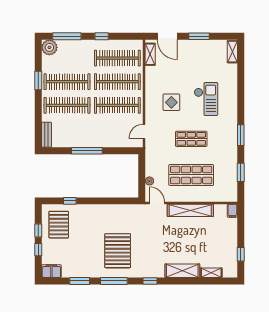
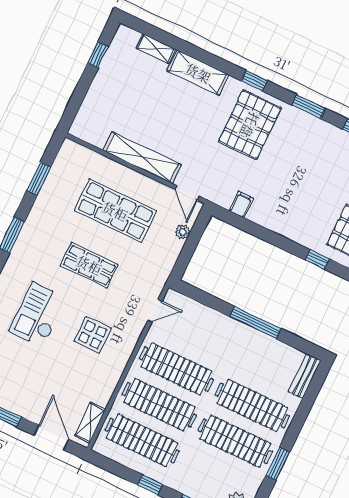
filing cabinet: (232, 211) -> (241, 204), moved
pallet: (118, 251) -> (250, 125), moved
window: (114, 281) -> (309, 107), width x0.69

